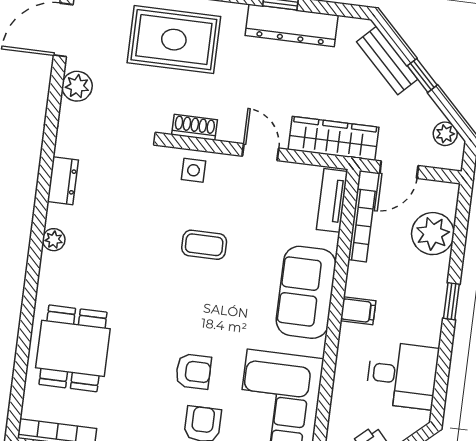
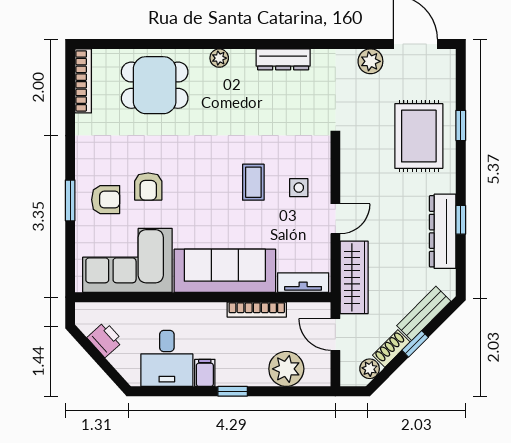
shoe rack: (195, 127) -> (391, 348), moved, turned -135
side table: (193, 170) -> (299, 188), moved
dresser: (63, 181) -> (283, 59), width x1.44
bookcase: (362, 225) -> (257, 310), moved
plant: (54, 240) -> (219, 58), moved
sofa: (306, 292) -> (225, 271), width x1.36
filing cabinet: (358, 311) -> (205, 373), moved, turned 180

